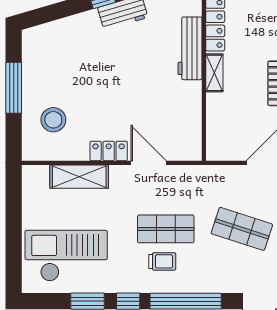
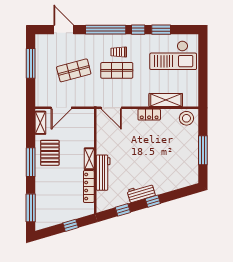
stool: (53, 120) -> (186, 118), moved
door: (149, 163) -> (111, 108), moved
shop shelf: (242, 229) -> (74, 70), turned -33

